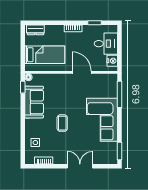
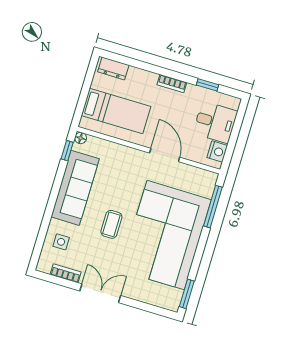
sofa: (34, 102) -> (75, 188), width x1.36
corner sofa: (102, 120) -> (166, 235), width x1.36, depth x1.36
double door: (80, 166) -> (100, 293), moved

